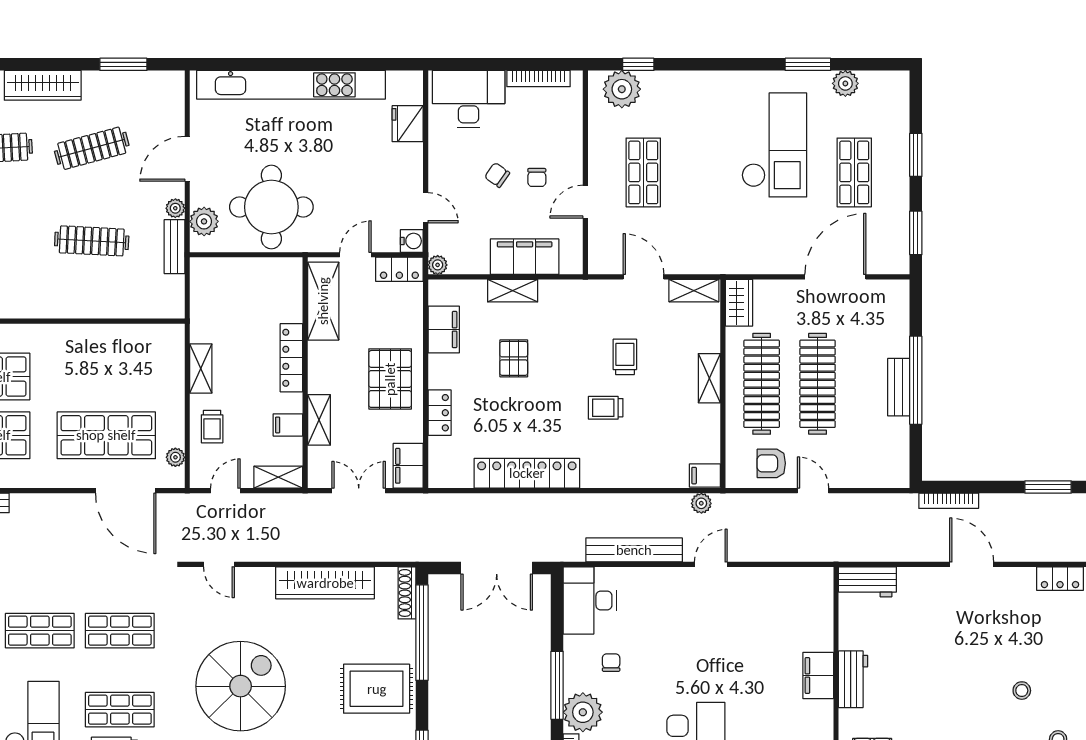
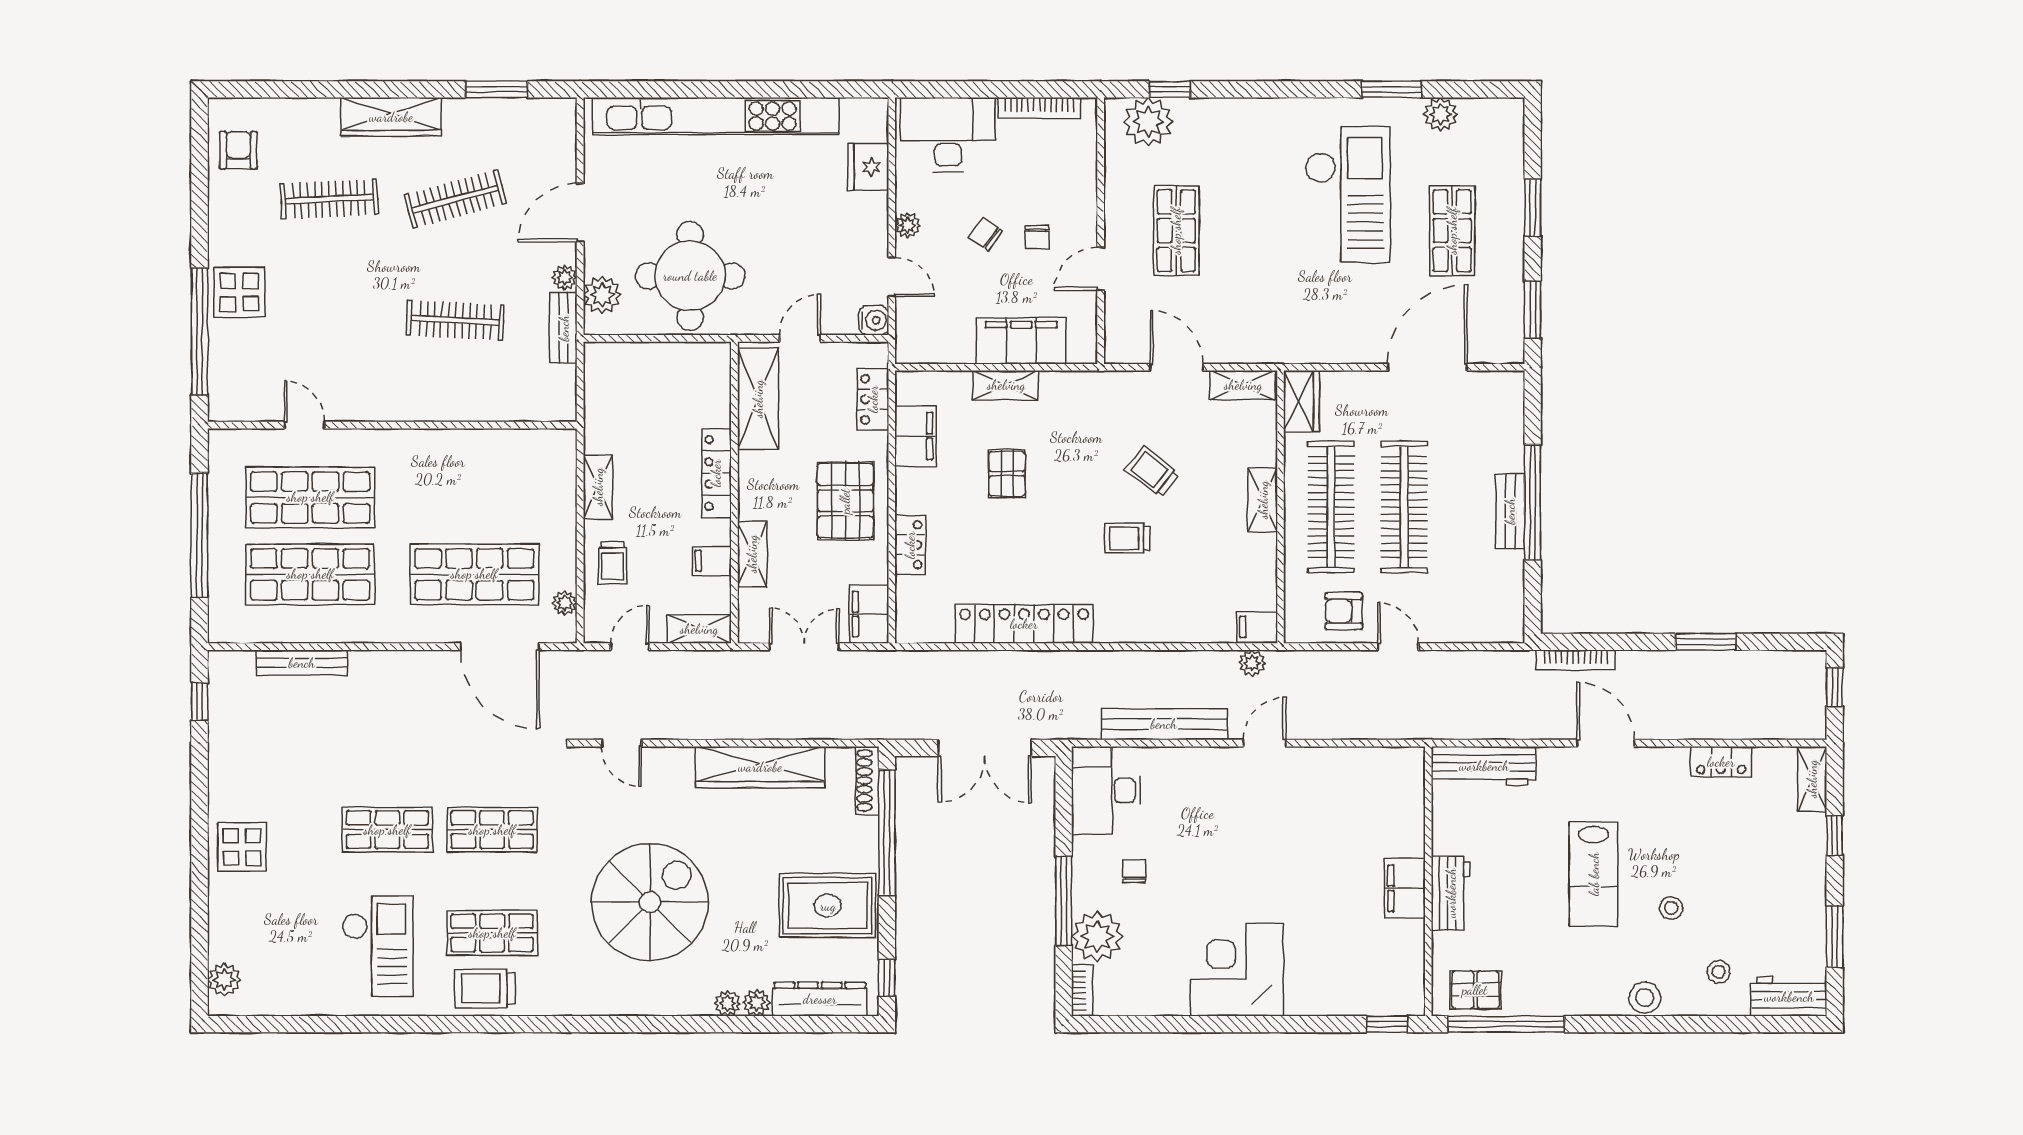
plant: (438, 265) -> (907, 225), moved
locker: (399, 269) -> (873, 399), moved, turned 90
trolley: (625, 357) -> (1152, 472), turned -52
workbench: (867, 582) -> (1484, 766), width x1.38
lab bench: (962, 665) -> (1594, 874), added

